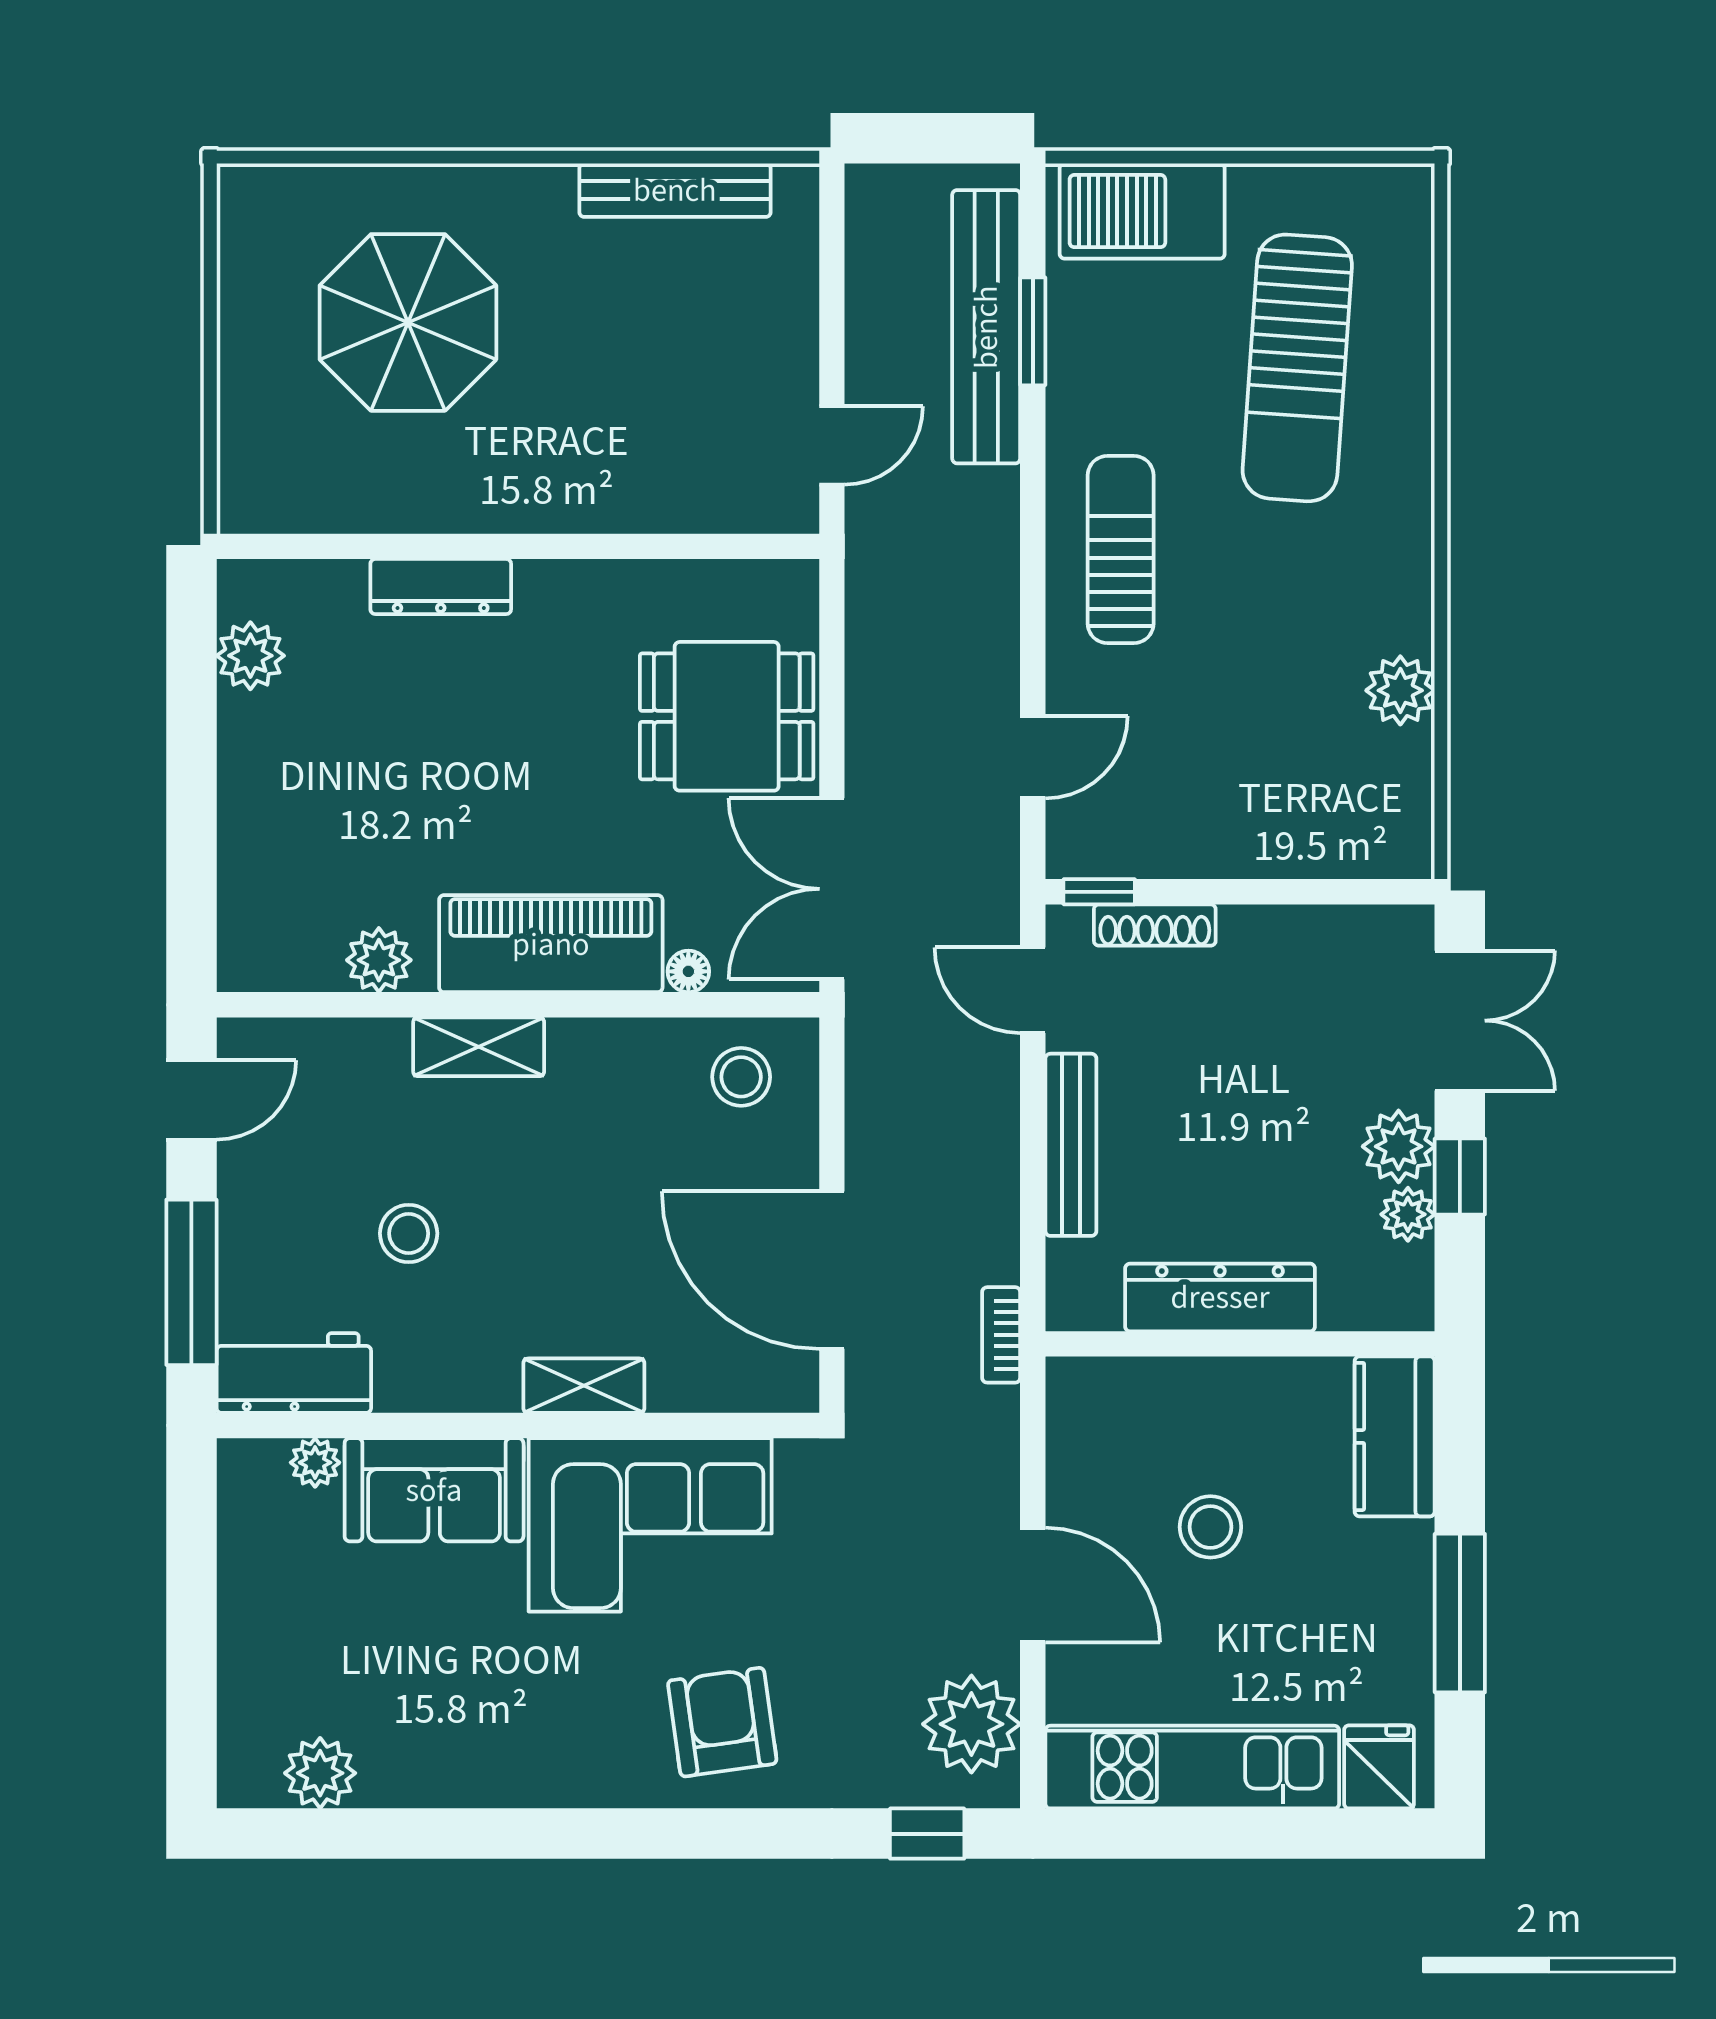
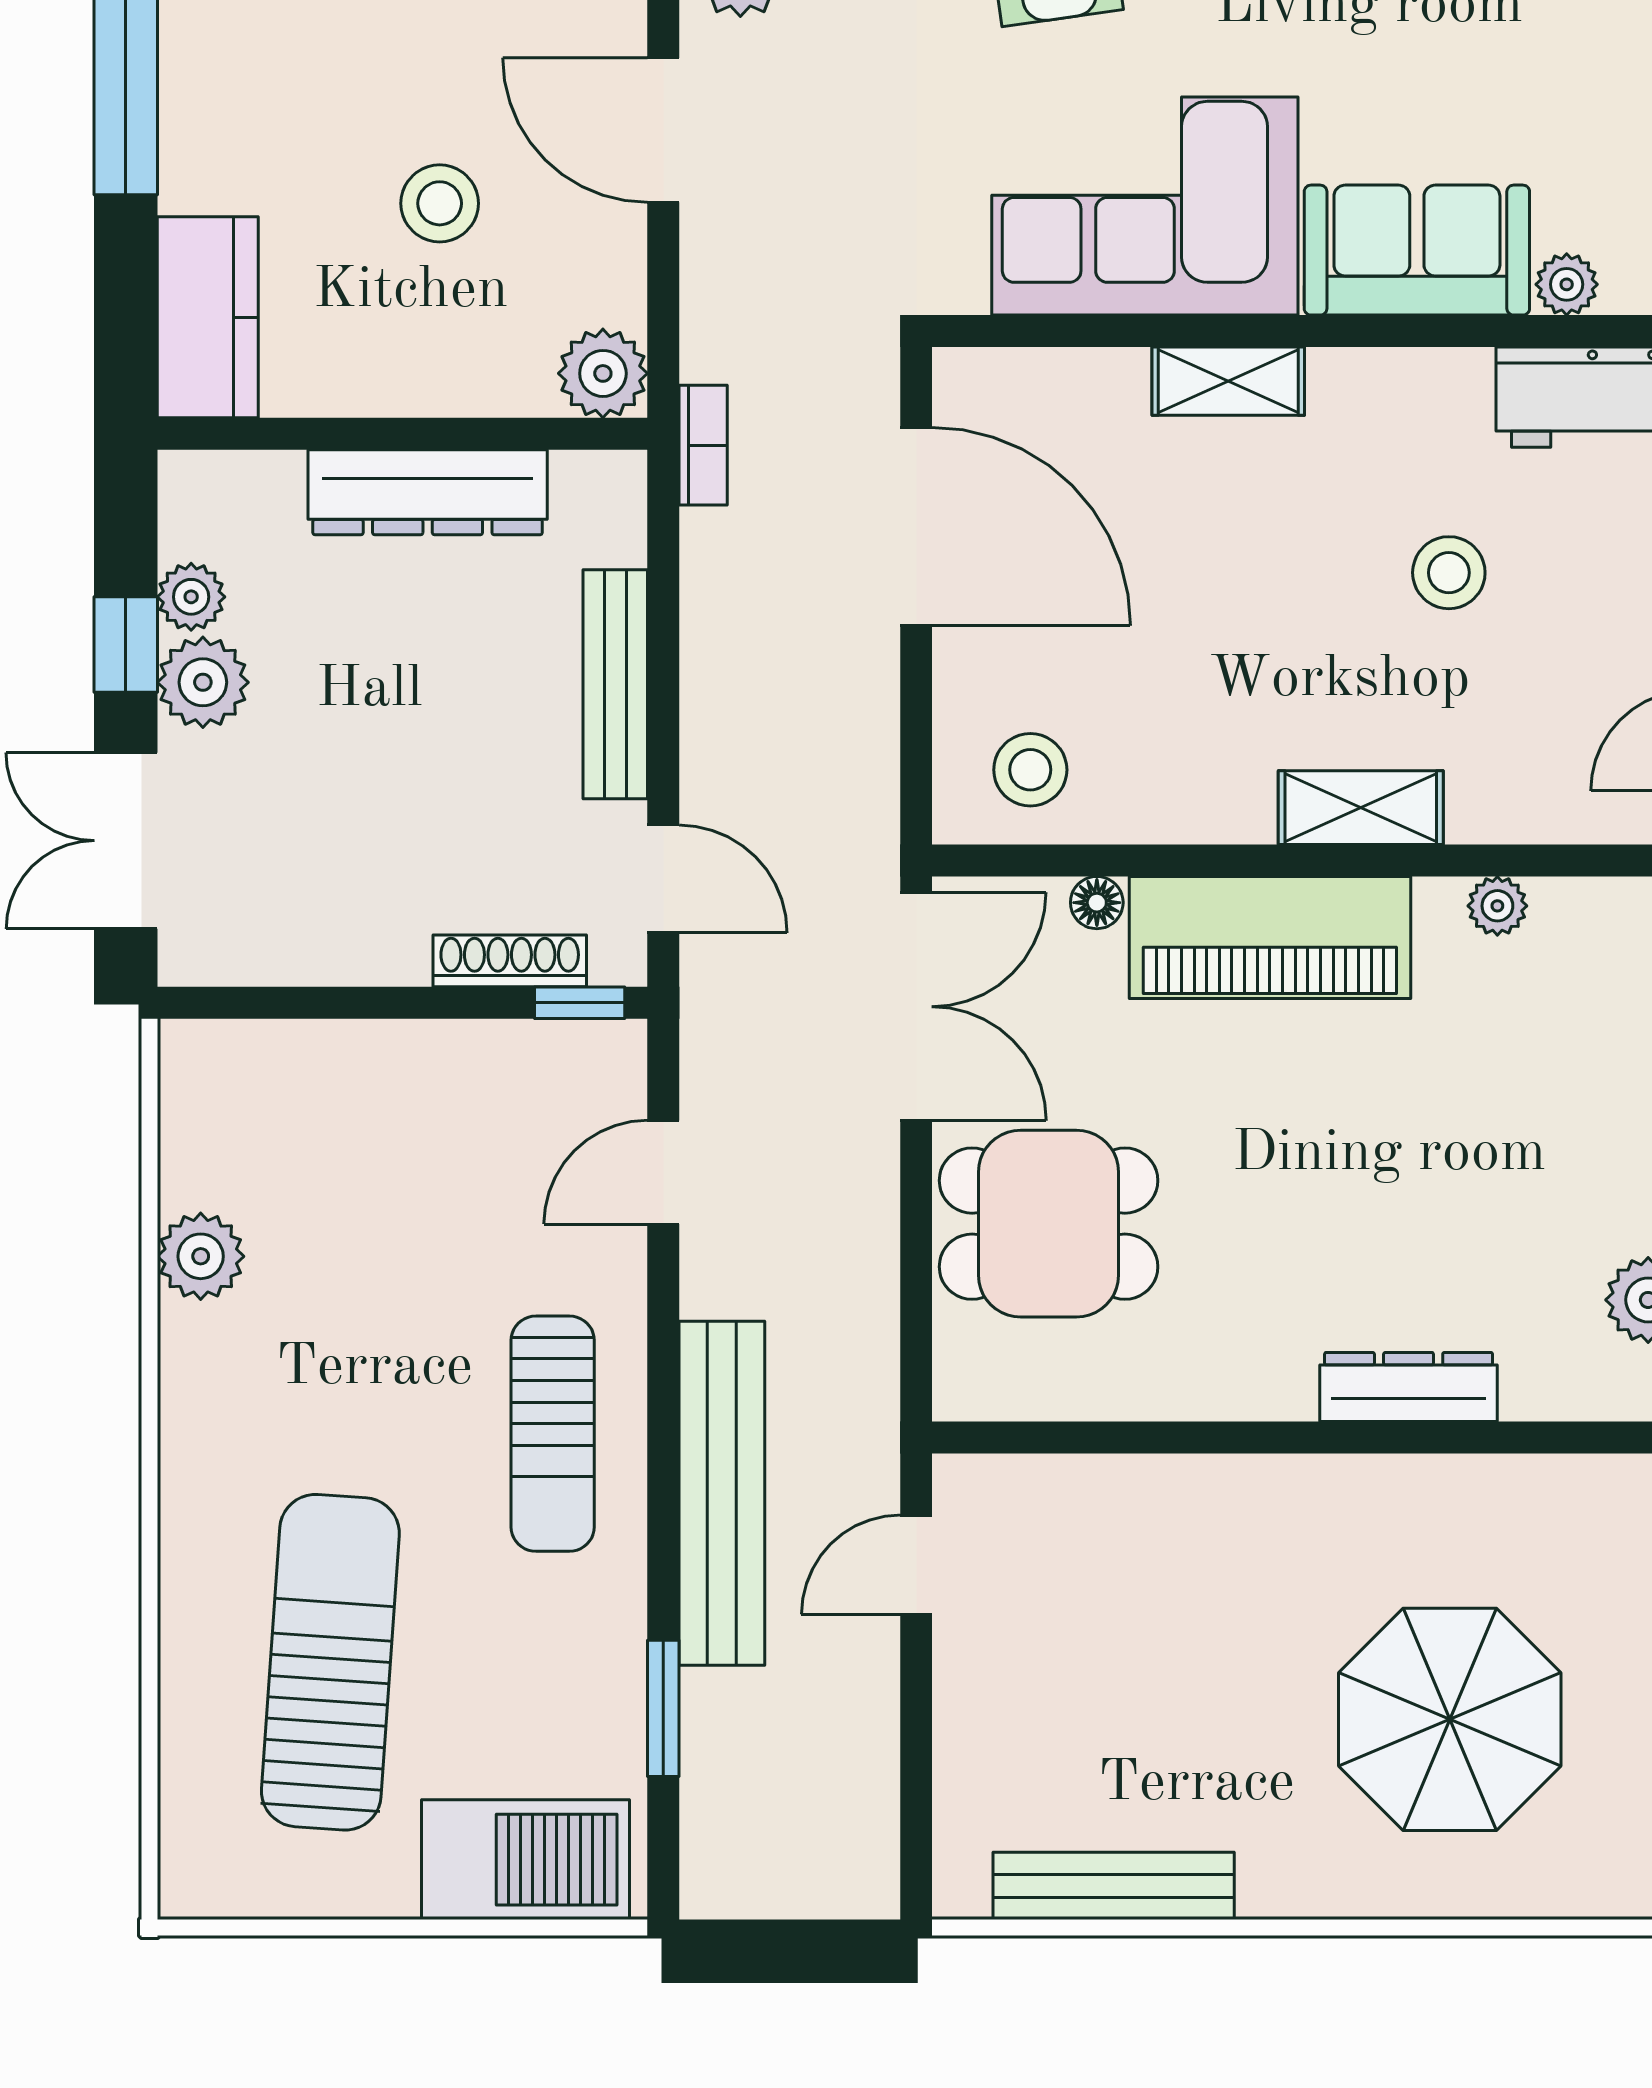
bench: (986, 327) -> (722, 1493), moved
plant: (379, 960) -> (1497, 906), width x0.73, depth x0.73
plant: (1081, 1392) -> (603, 373), added

